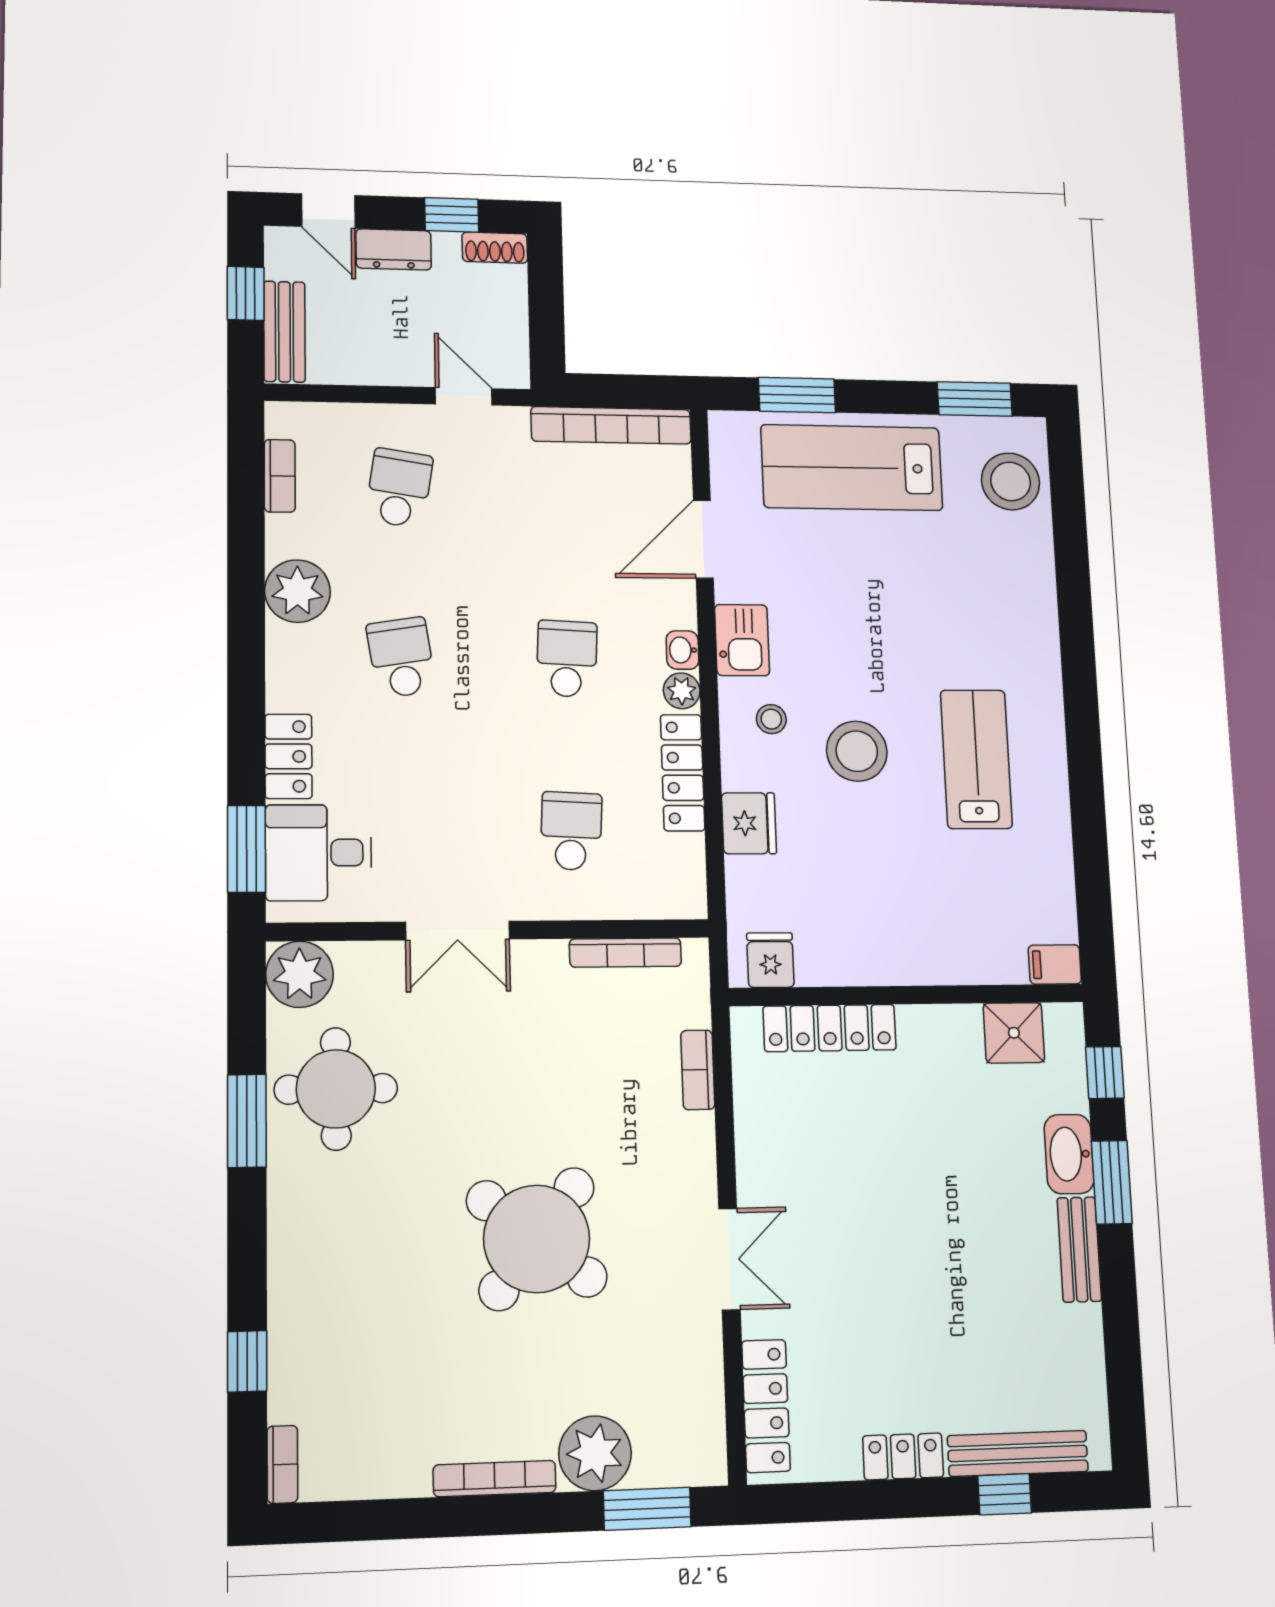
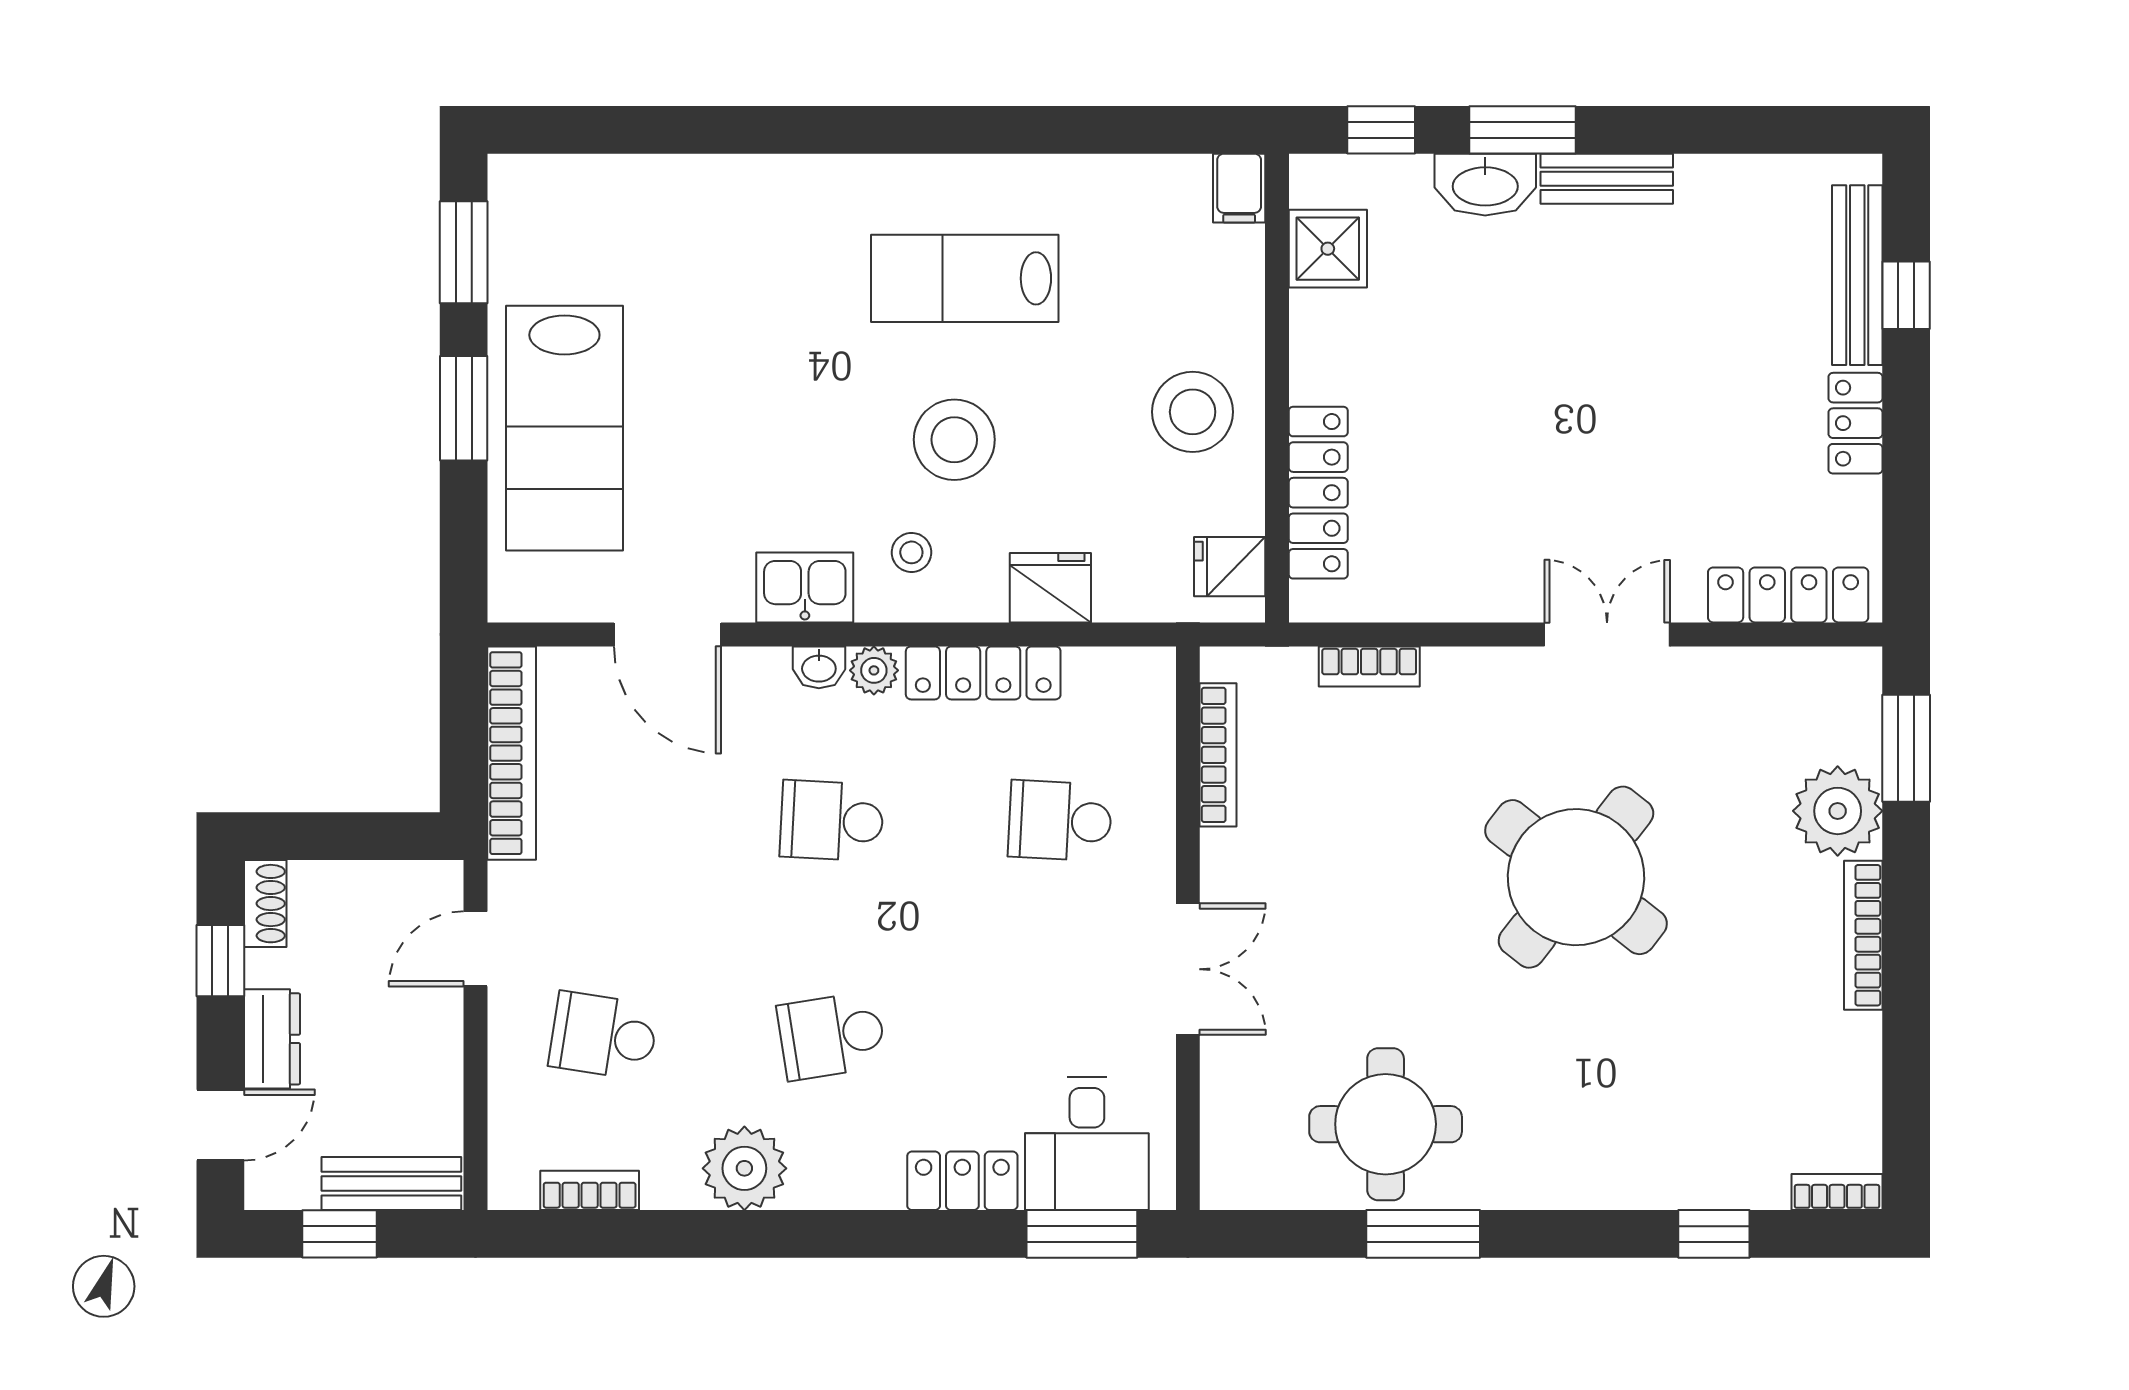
window: (797, 395) -> (464, 408), moved
stool: (1011, 481) -> (1193, 412), moved
plant: (300, 974) -> (1242, 1168), removed

